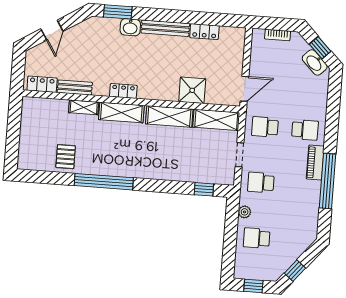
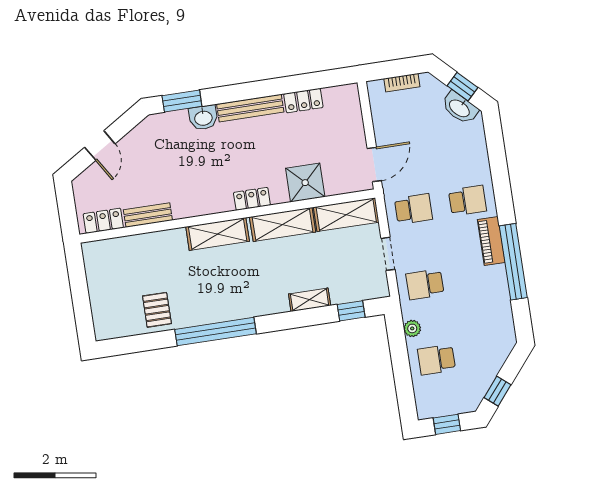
locker: (123, 91) -> (252, 199), moved
shelving: (84, 107) -> (310, 300), moved
school desk: (265, 127) -> (413, 209), turned 180

